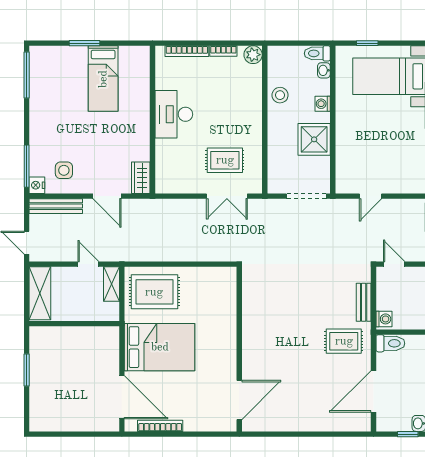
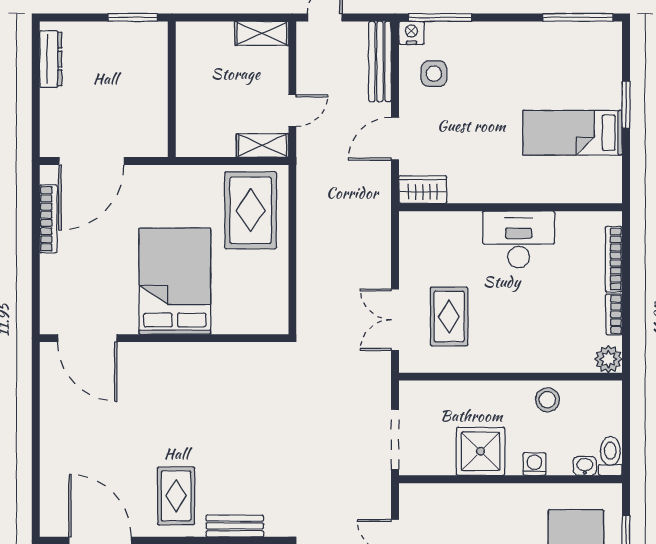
shelving: (40, 293) -> (262, 33), width x0.67, depth x0.75
wall: (74, 324) -> (172, 89), moved
bed: (160, 347) -> (175, 281), moved, turned 180
dresser: (54, 424) -> (51, 59), added

